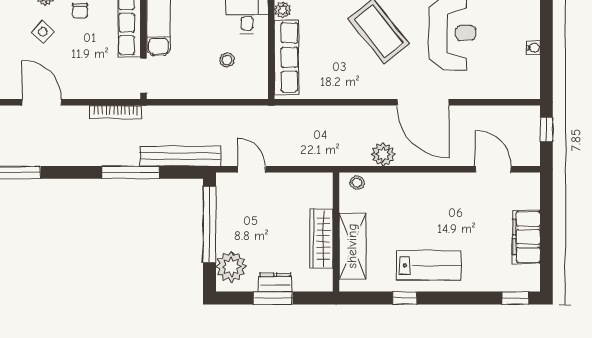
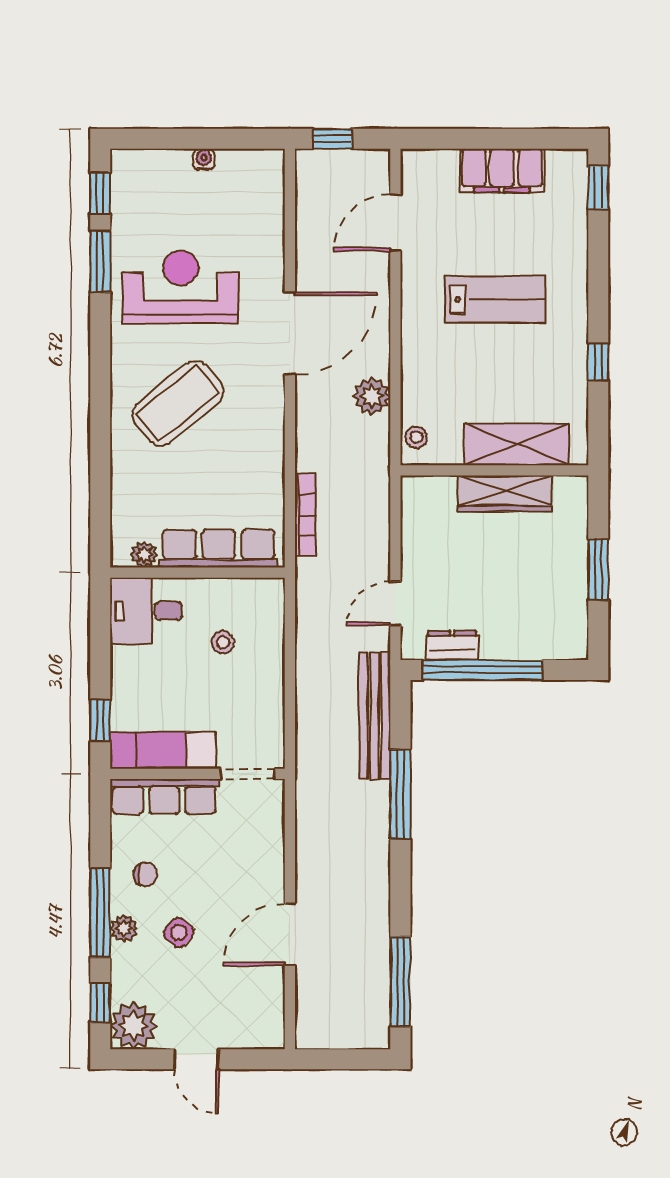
bookcase: (116, 112) -> (305, 515), moved
lab bench: (429, 265) -> (495, 299), moved, turned 90
plant: (231, 267) -> (549, 636), removed
dresser: (275, 282) -> (452, 645), moved, turned 90

